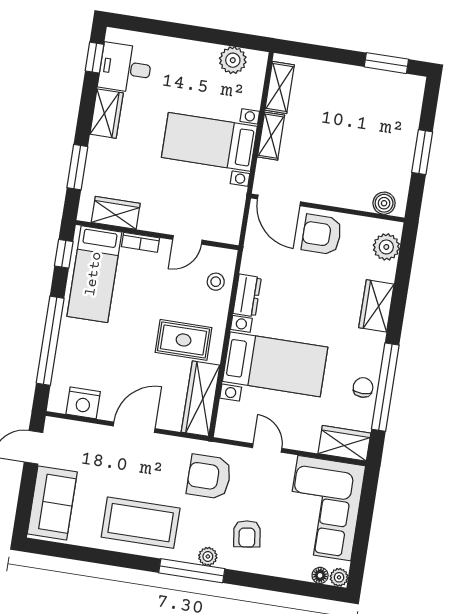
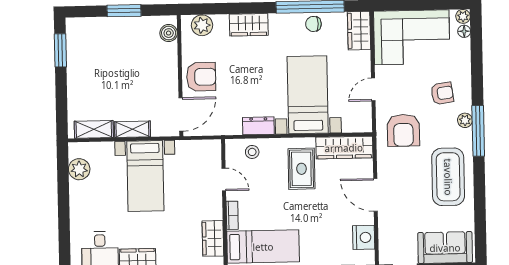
armchair: (322, 234) -> (201, 77), turned -90

